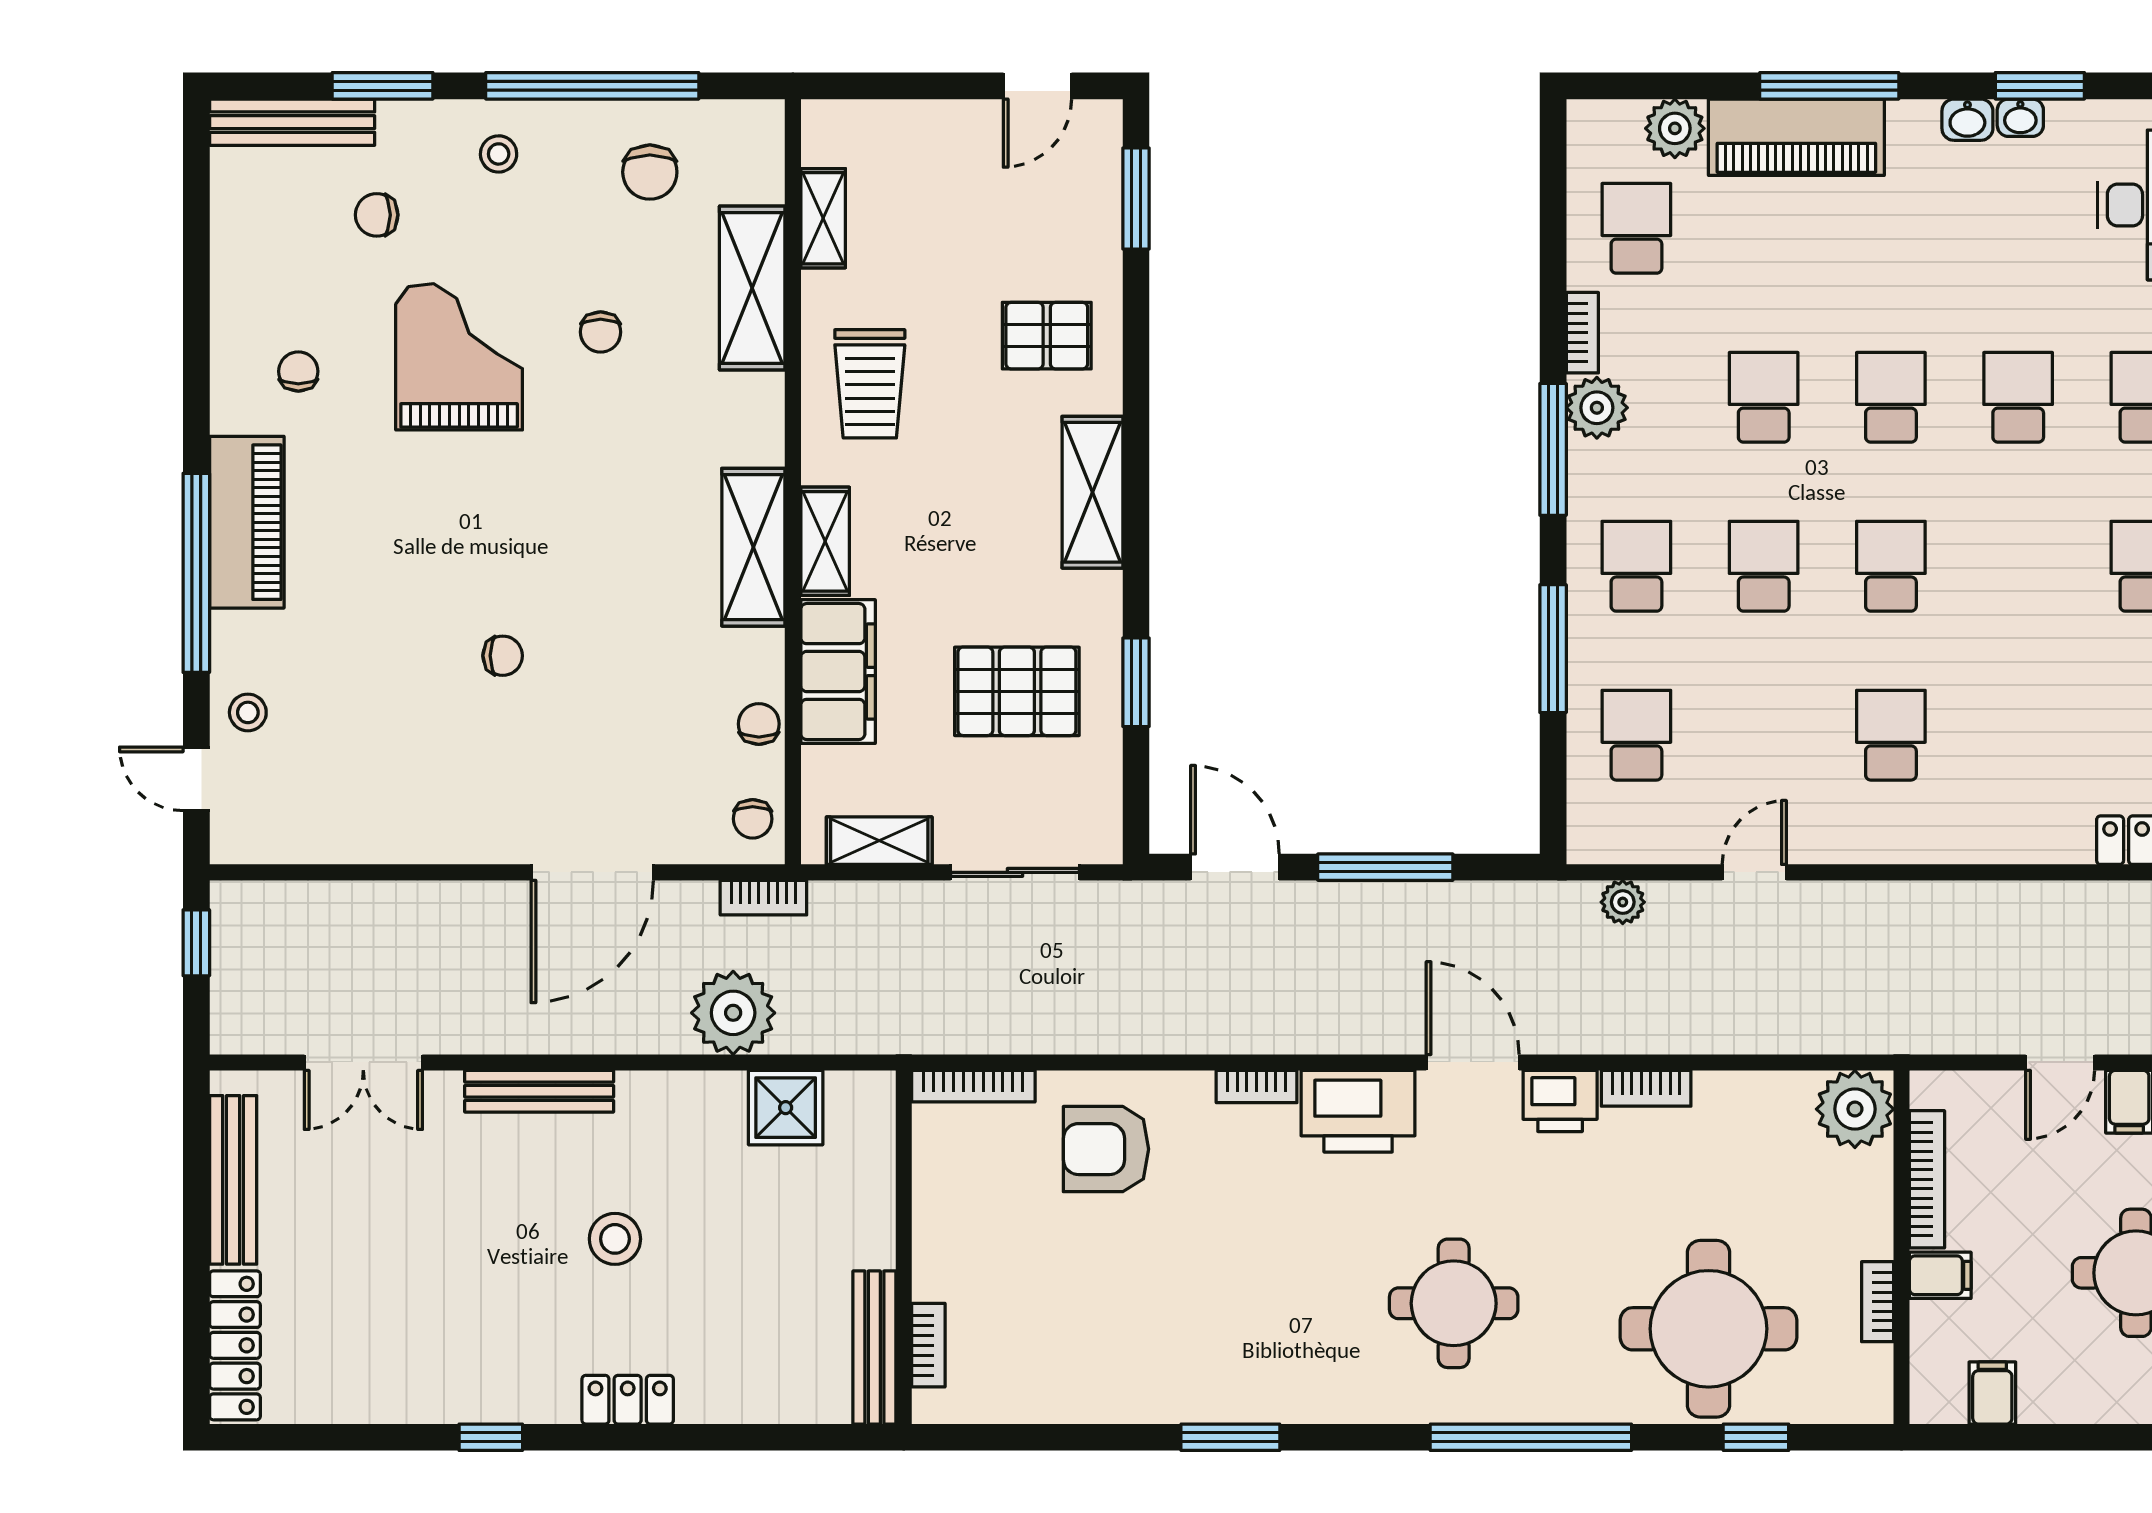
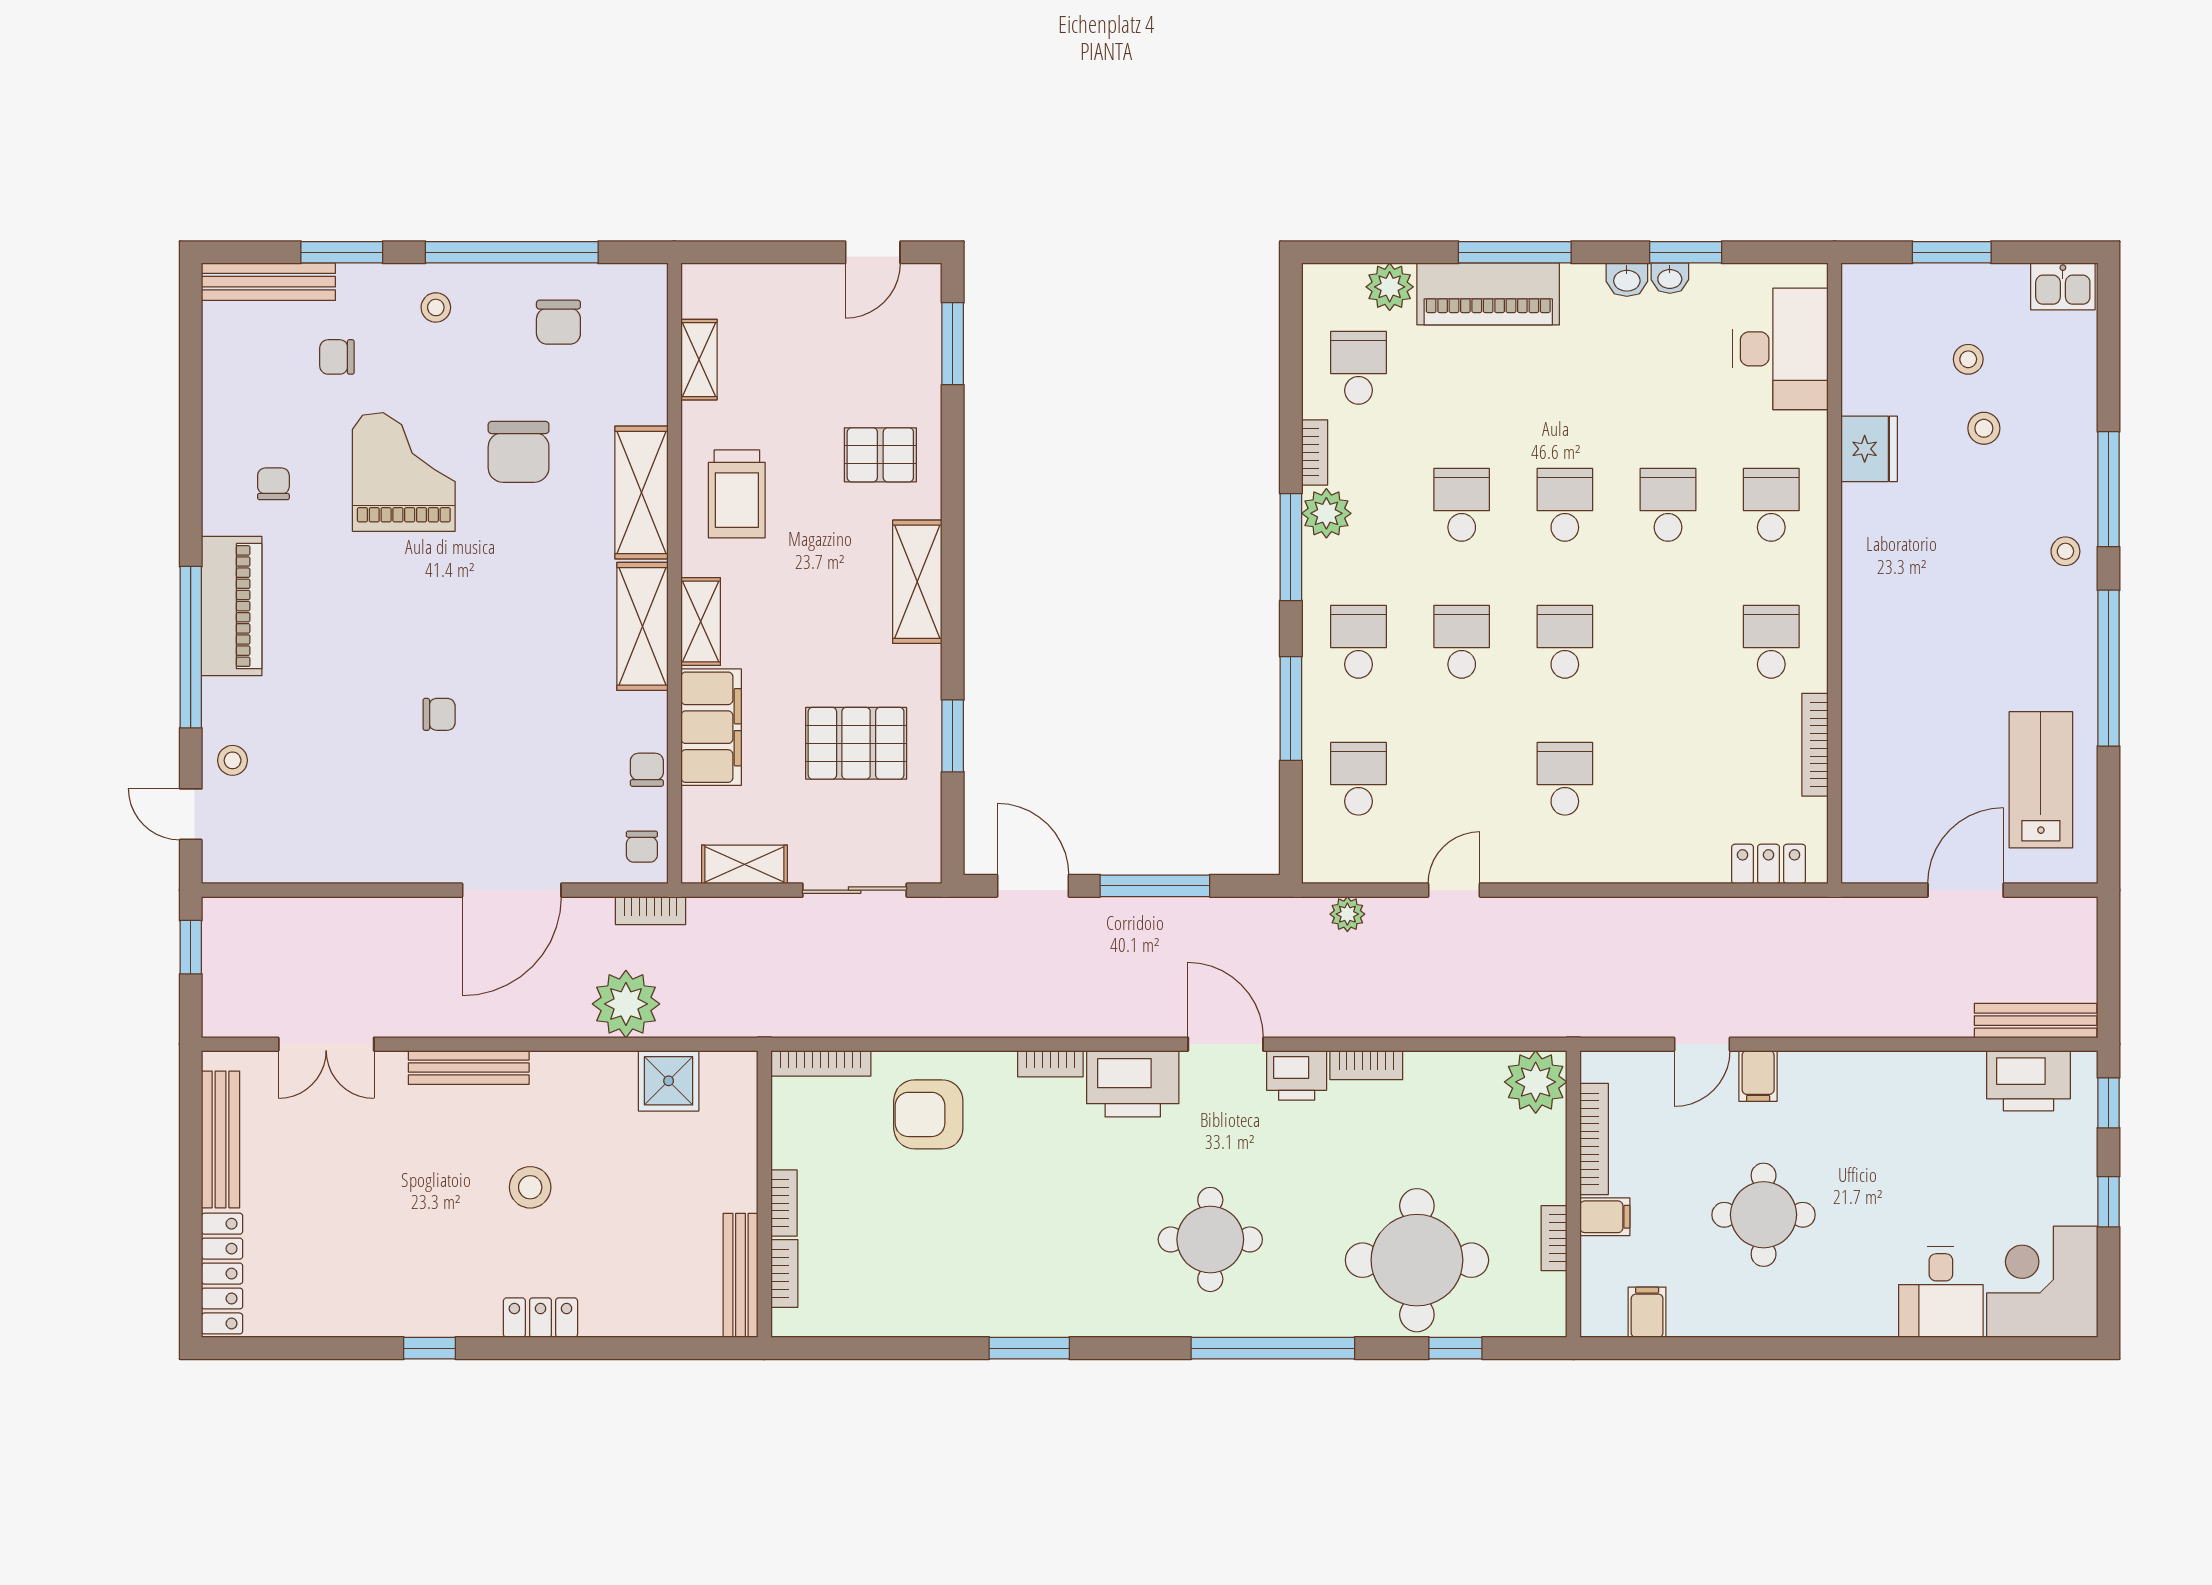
shelving: (752, 288) -> (641, 493), moved
chair: (601, 332) -> (519, 452), width x1.87, depth x1.87
bookcase: (928, 1258) -> (784, 1203), added

